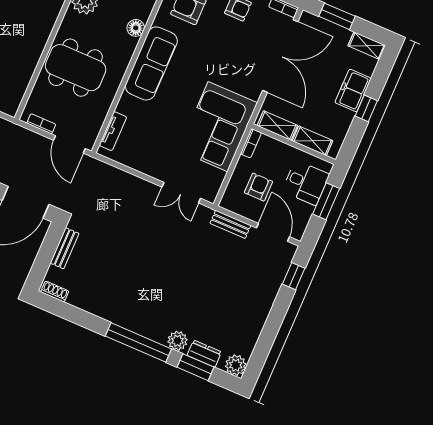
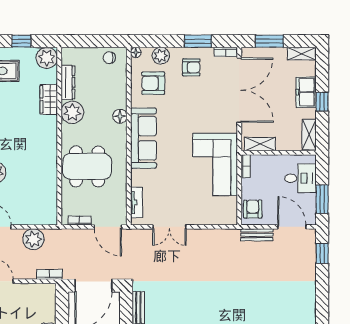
shelving: (313, 141) -> (309, 135), moved, turned 90
armchair: (258, 187) -> (253, 209), moved
double door: (181, 193) -> (169, 227), moved
window: (326, 201) -> (322, 199), moved

